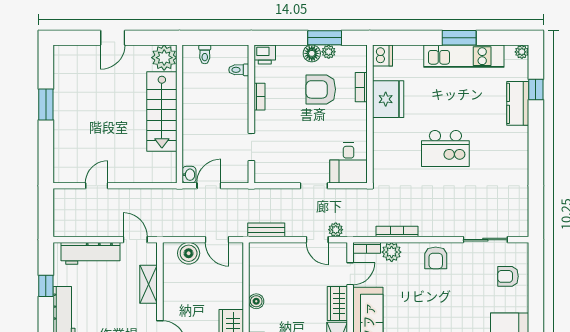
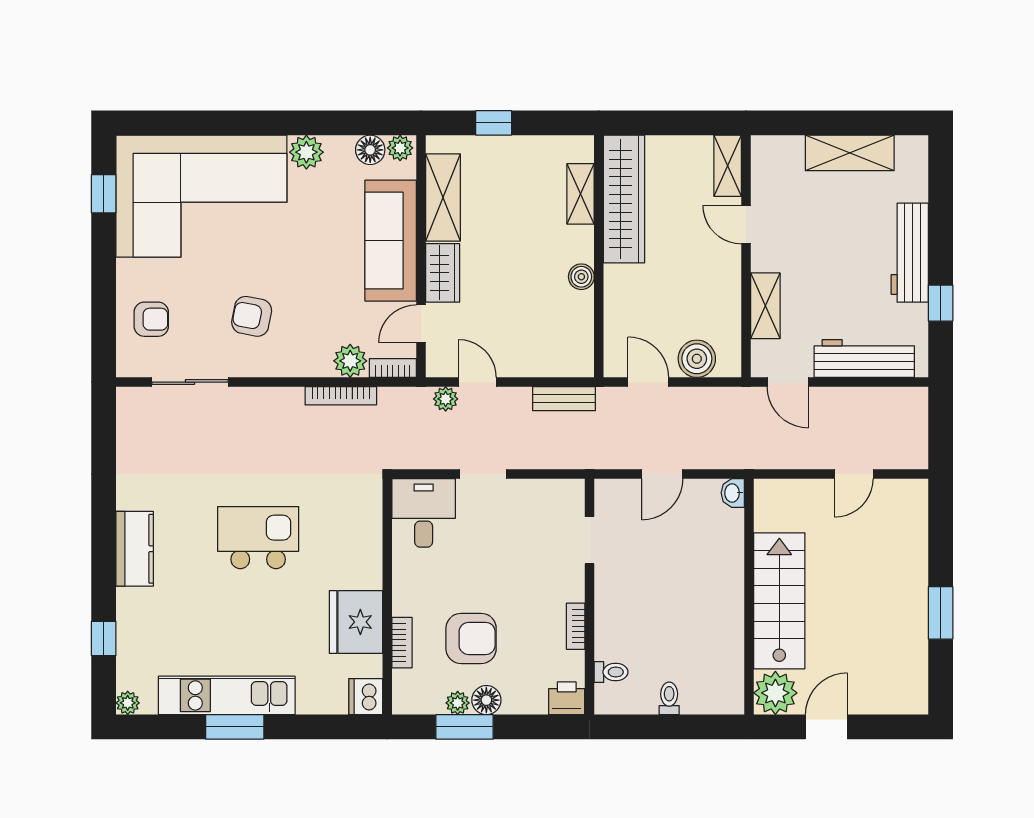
plant: (164, 58) -> (775, 693), moved
kitchen counter: (518, 103) -> (135, 549), moved
stairs: (162, 112) -> (779, 601), moved
wall: (180, 114) -> (749, 597), moved
washbasin: (189, 175) -> (733, 493), moved
armchair: (436, 258) -> (252, 316), moved, turned -79

